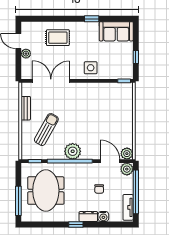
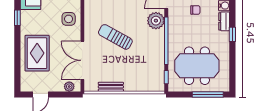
rug: (58, 38) -> (37, 53), width x1.36, depth x1.43
plant: (26, 54) -> (69, 87), moved
sun lounger: (46, 130) -> (115, 37), moved
plant: (73, 151) -> (156, 21), moved

